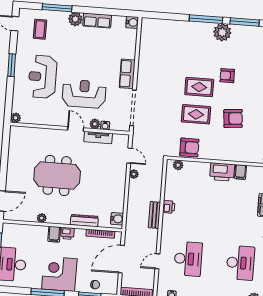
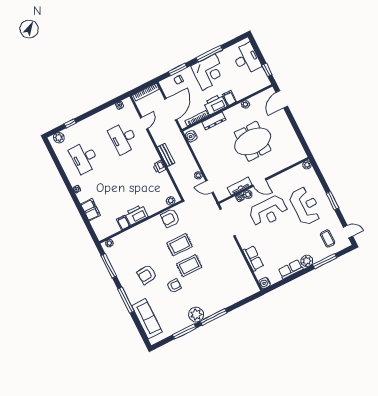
row of seats: (127, 74) -> (253, 258), moved
armchair: (233, 118) -> (147, 275), moved
printer: (67, 233) -> (215, 105), width x1.87, depth x1.48

